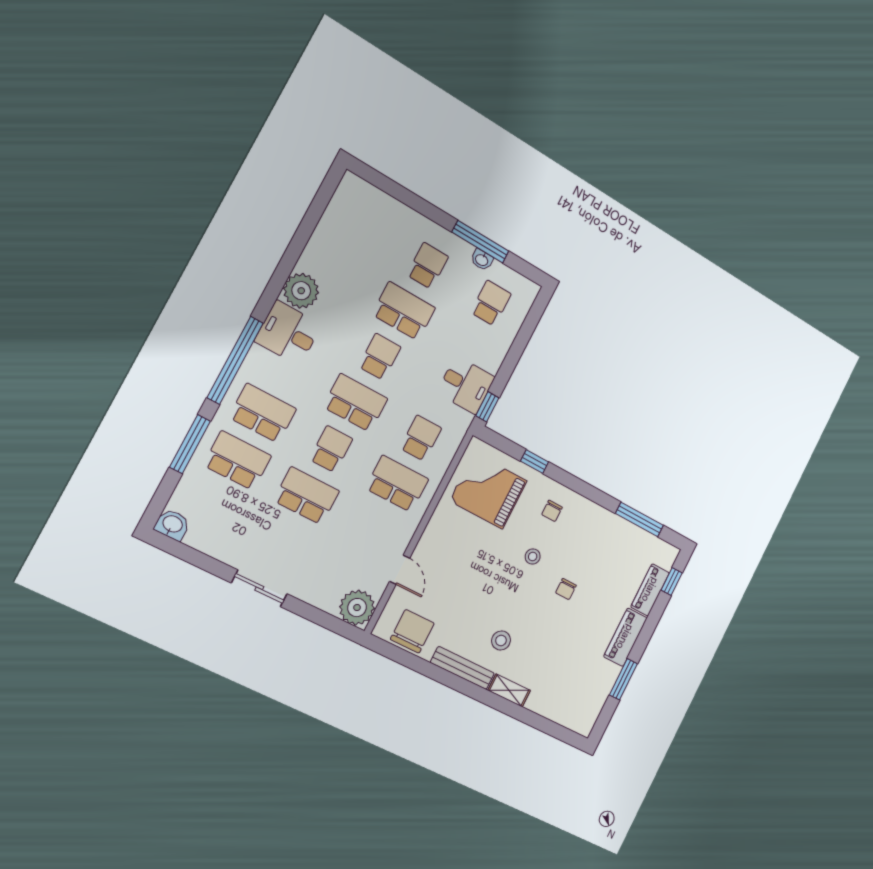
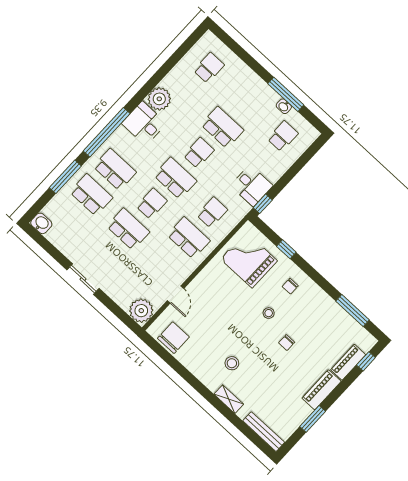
school desk: (428, 266) -> (209, 68), moved
bench: (462, 668) -> (264, 432), moved

